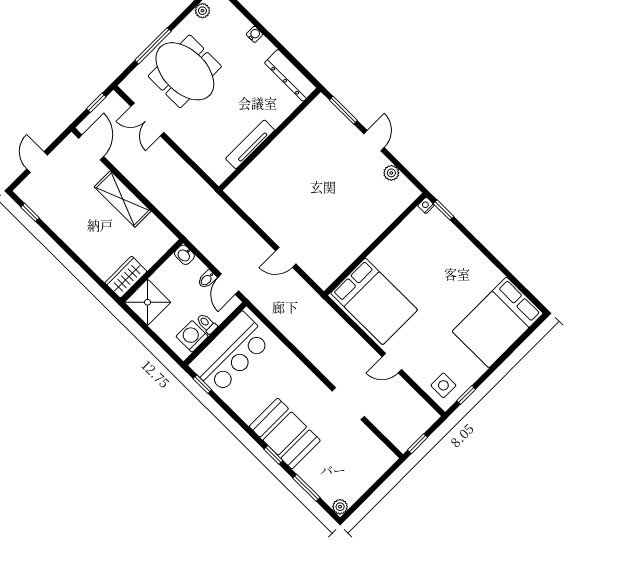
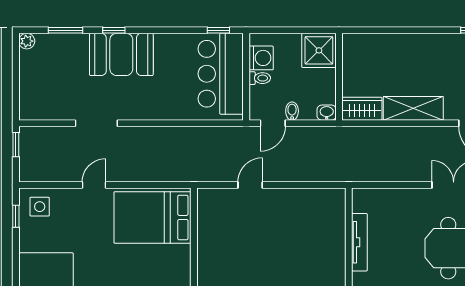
wardrobe: (126, 277) -> (362, 109), moved, turned -90
door: (228, 284) -> (273, 123), swing flipped

